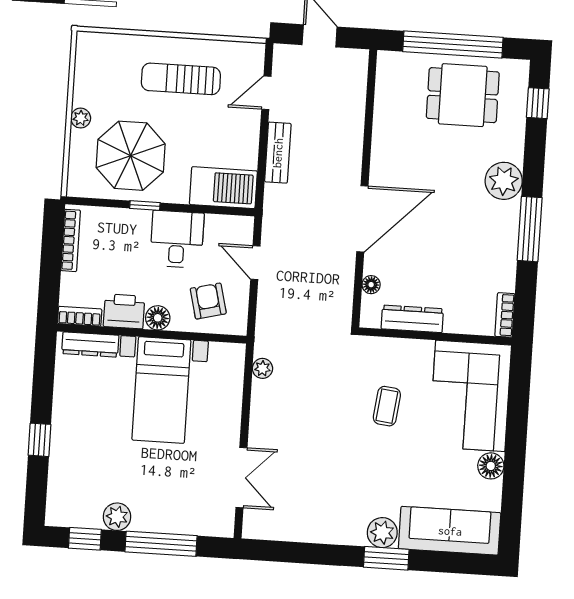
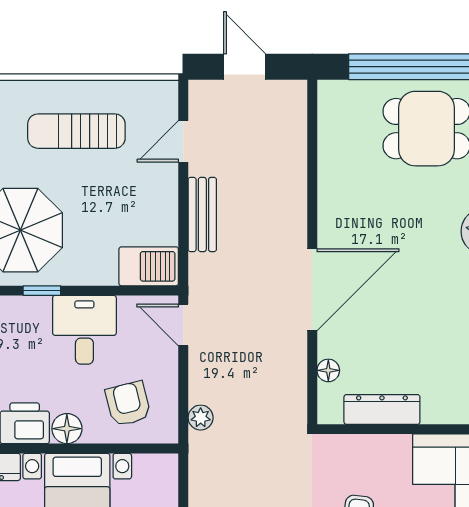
barbecue: (223, 188) -> (149, 266), width x0.73, depth x0.83
door: (255, 263) -> (183, 325), moved
plant: (262, 368) -> (201, 418), moved

